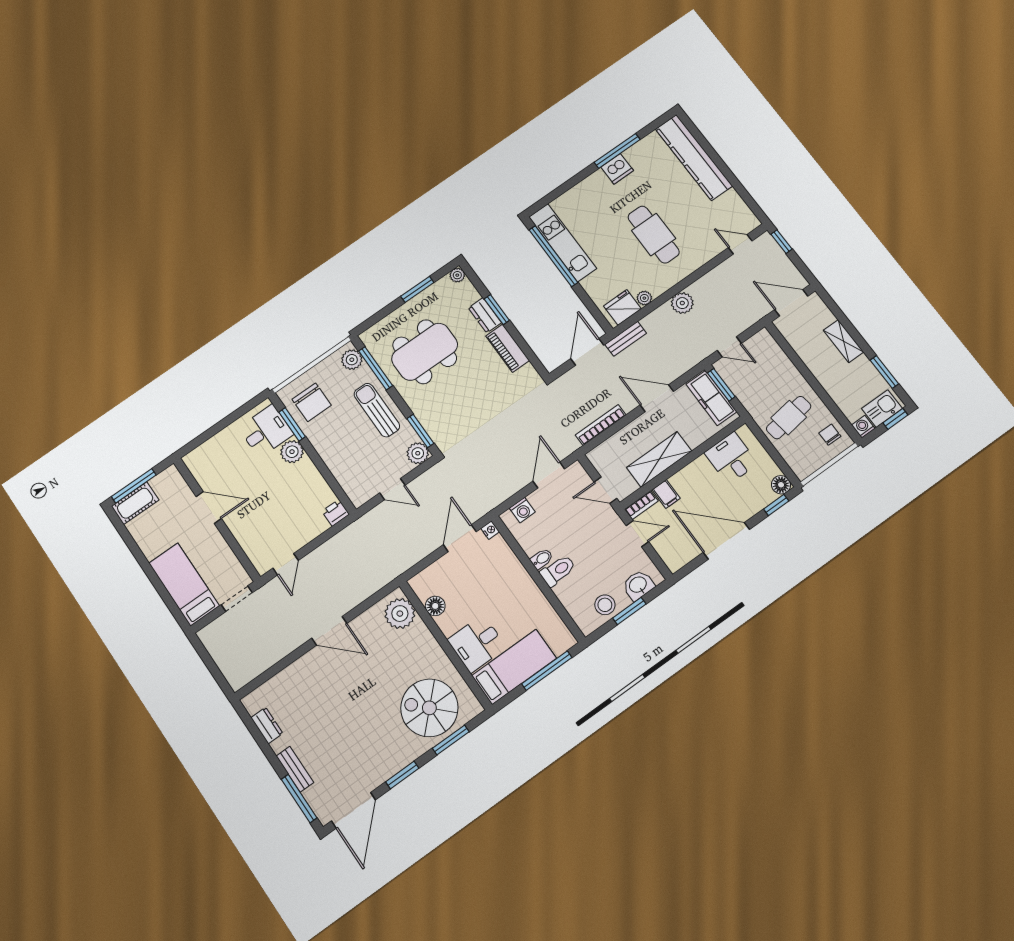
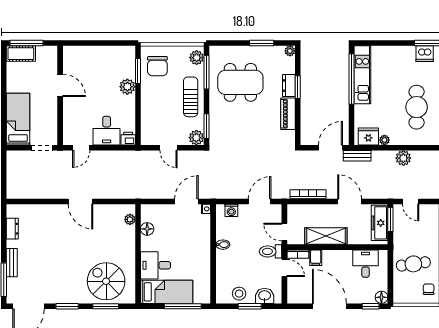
desk: (266, 431) -> (107, 131), moved, turned 90
toilet: (558, 571) -> (271, 251), moved, turned 180
plant: (400, 614) -> (130, 219), width x0.53, depth x0.53

